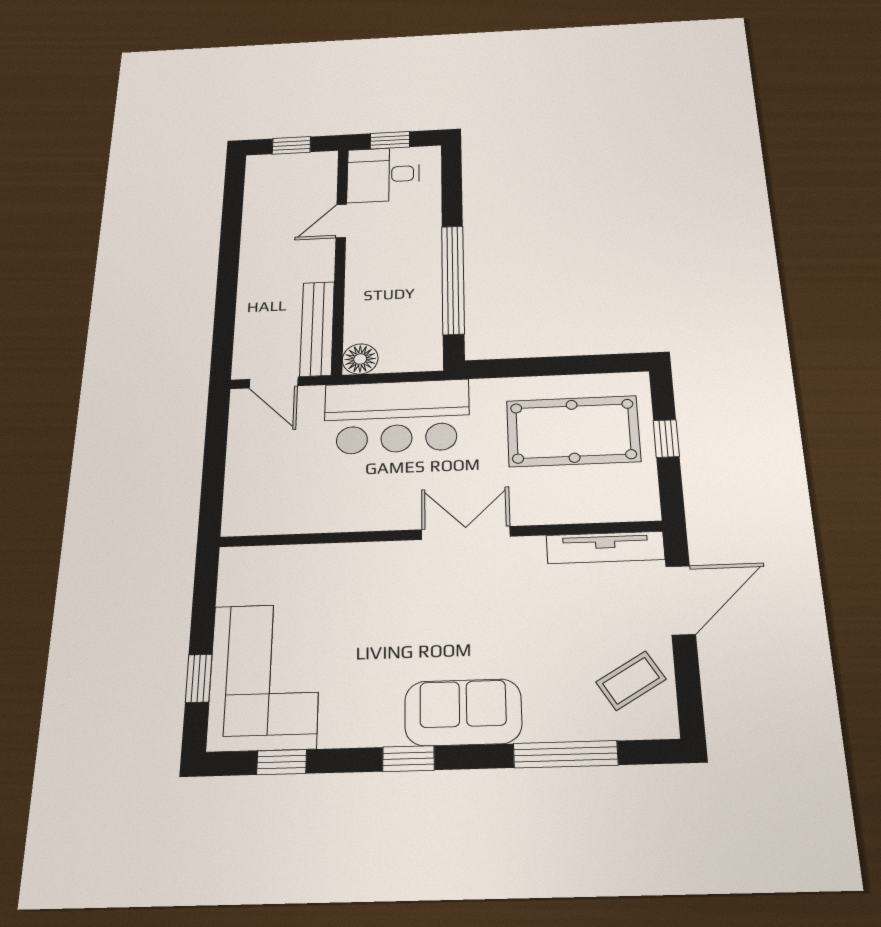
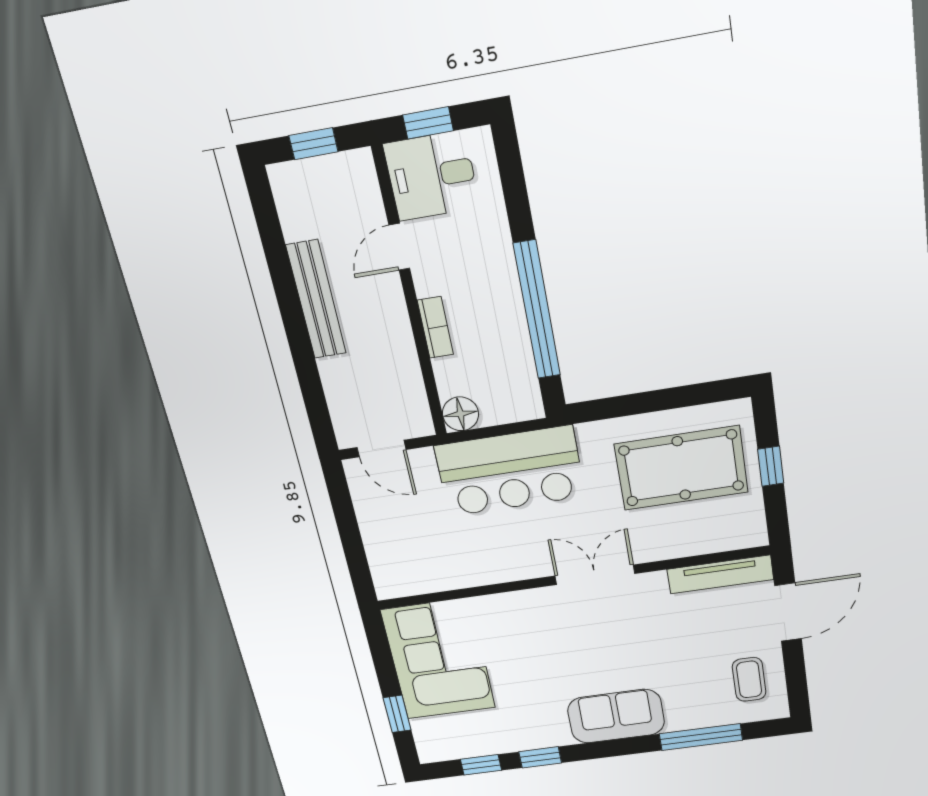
bookcase: (356, 285) -> (435, 327), added
bench: (317, 329) -> (316, 300), moved
corner sofa: (265, 676) -> (438, 659), moved
coffee table: (631, 681) -> (749, 679), turned -59
window: (409, 759) -> (540, 757), moved

